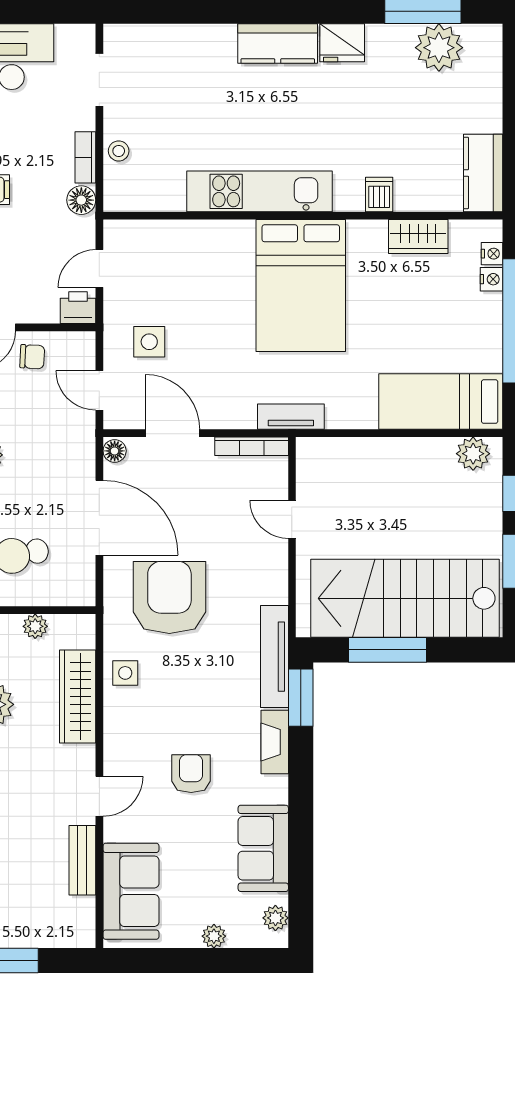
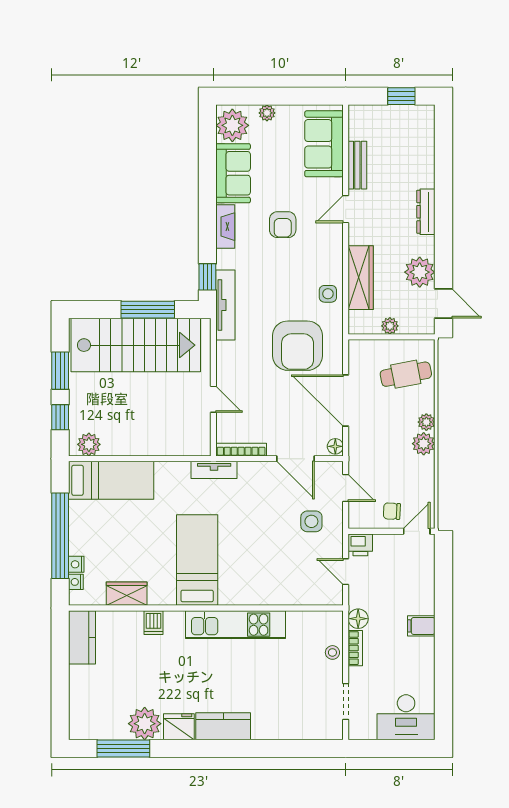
plant: (439, 48) -> (145, 724), moved
door: (99, 269) -> (346, 572), swing flipped
bed: (301, 285) -> (197, 560), width x0.67
window: (301, 698) -> (207, 277), width x0.67
fireplace: (275, 742) -> (225, 227), moved
plant: (275, 918) -> (232, 125), width x1.88, depth x1.88

